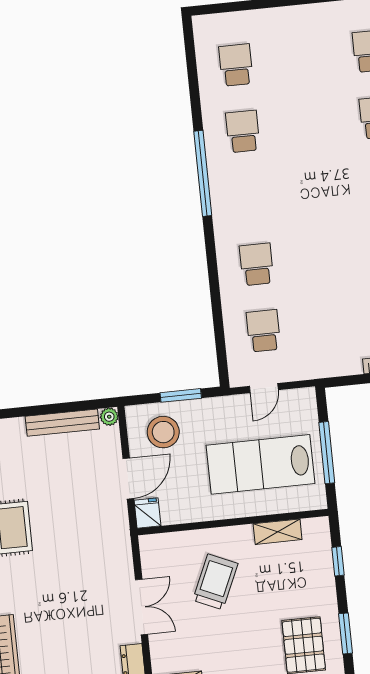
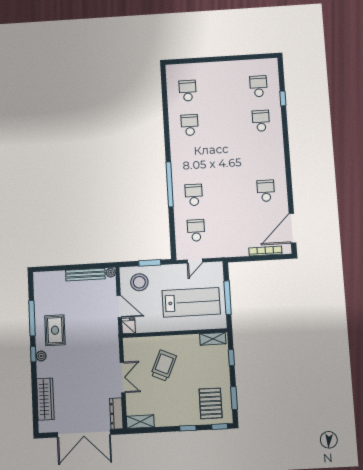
window: (203, 173) -> (170, 184), moved
lab bench: (260, 464) -> (191, 302), turned 180
door: (128, 479) -> (119, 306), hinge flipped
shelving: (278, 532) -> (213, 339), moved

